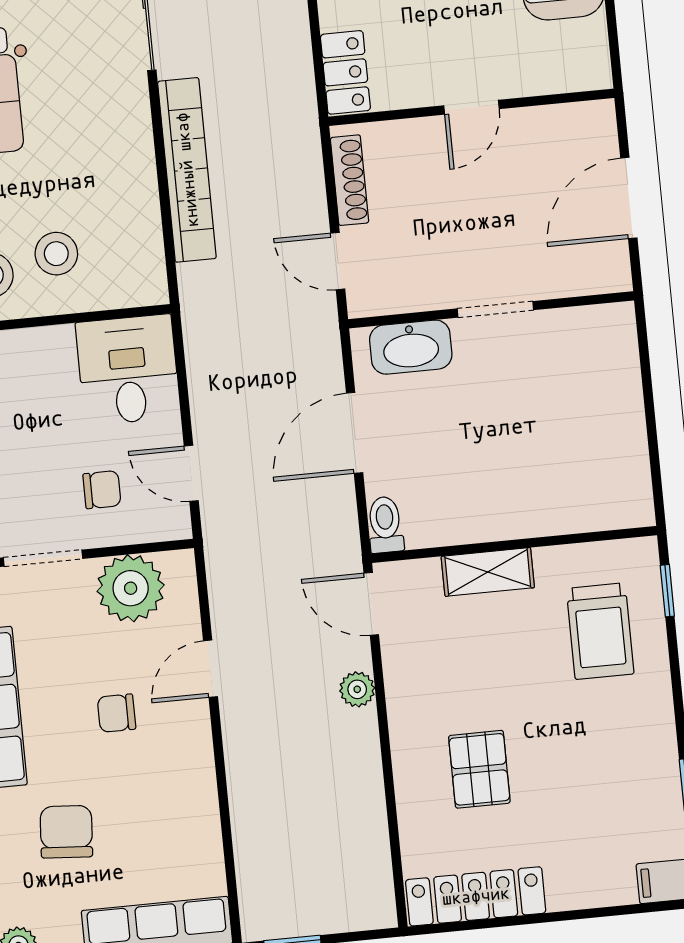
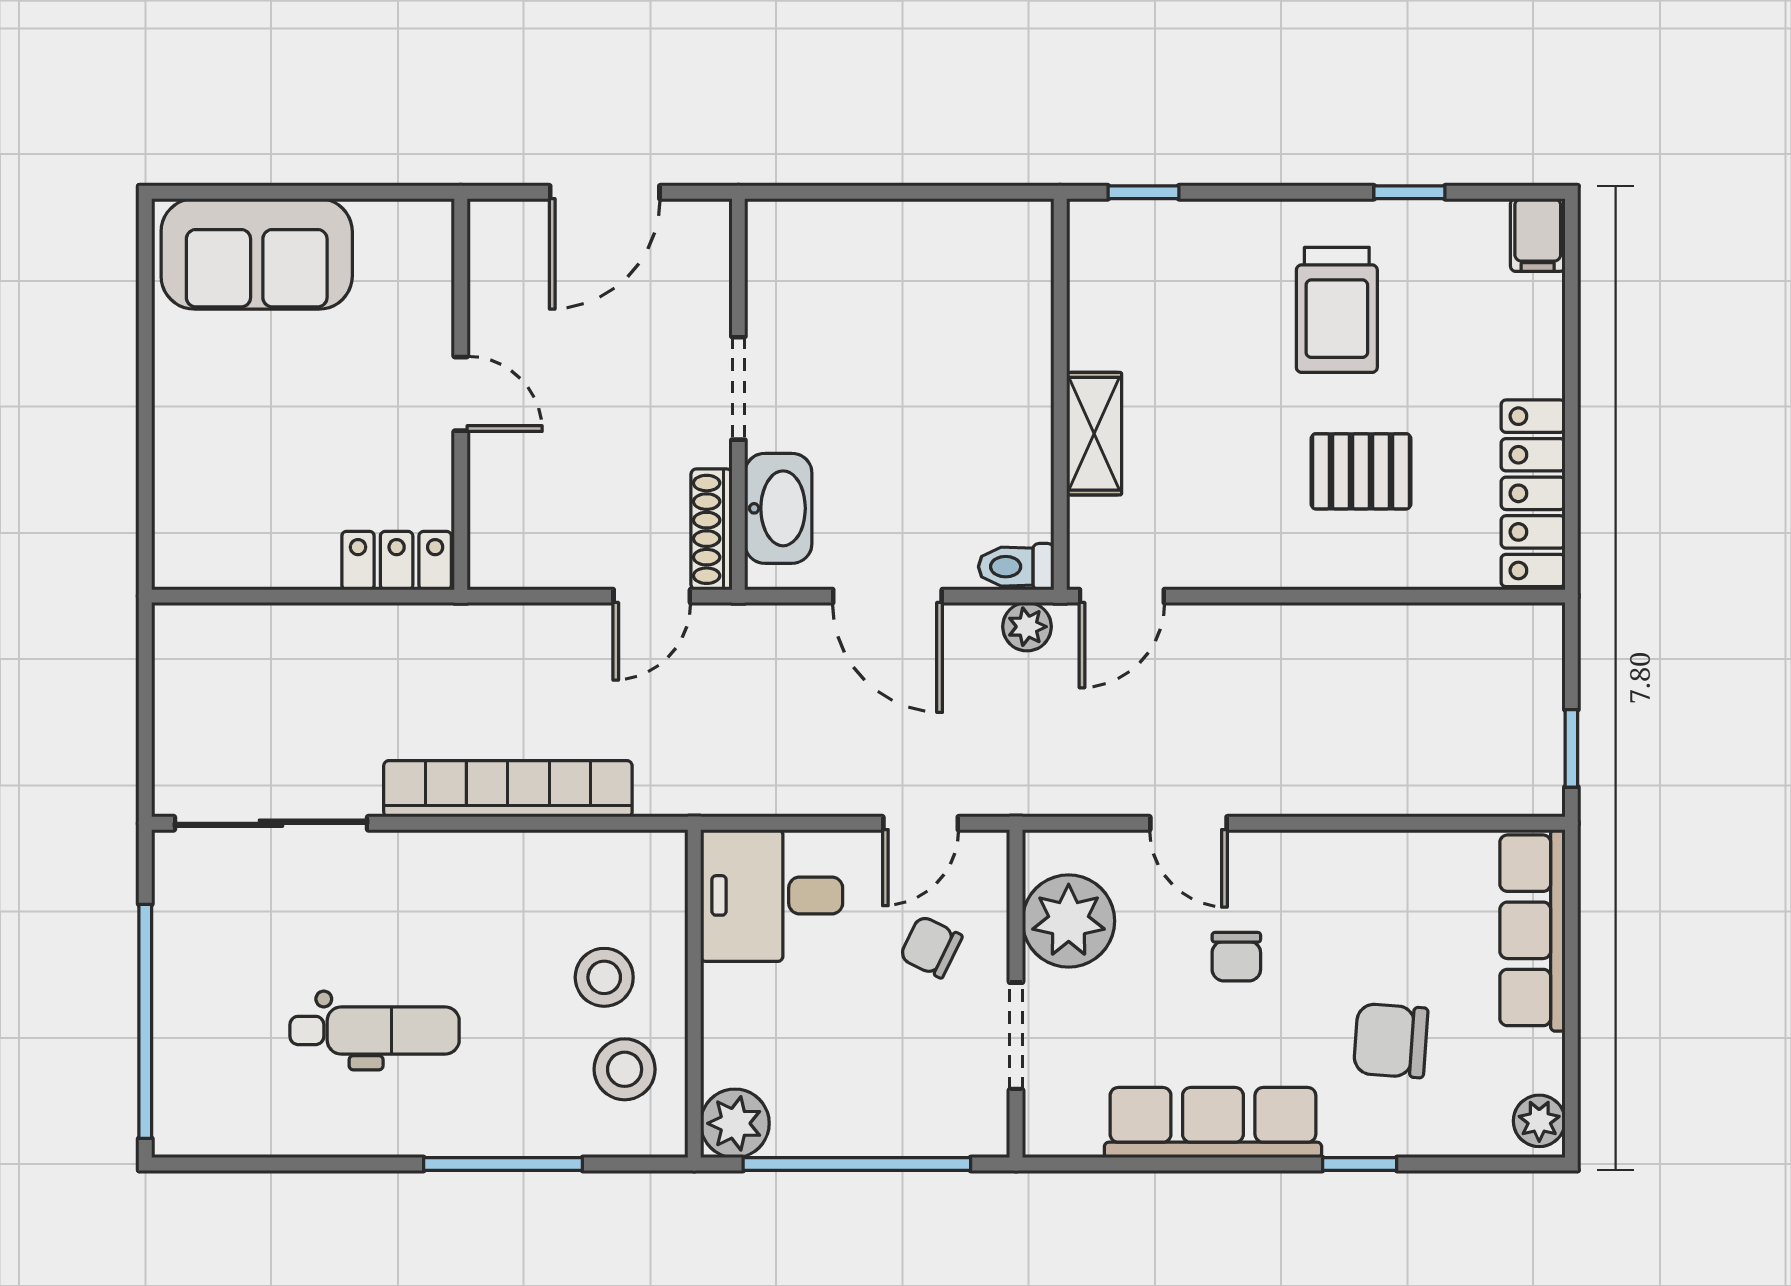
shoe rack: (350, 180) -> (712, 529), moved, turned -90
door: (629, 198) -> (605, 192), hinge flipped
chair: (102, 490) -> (931, 947), turned -64
trolley: (600, 631) -> (1337, 310), moved, turned 90
plant: (357, 689) -> (1027, 627), moved

